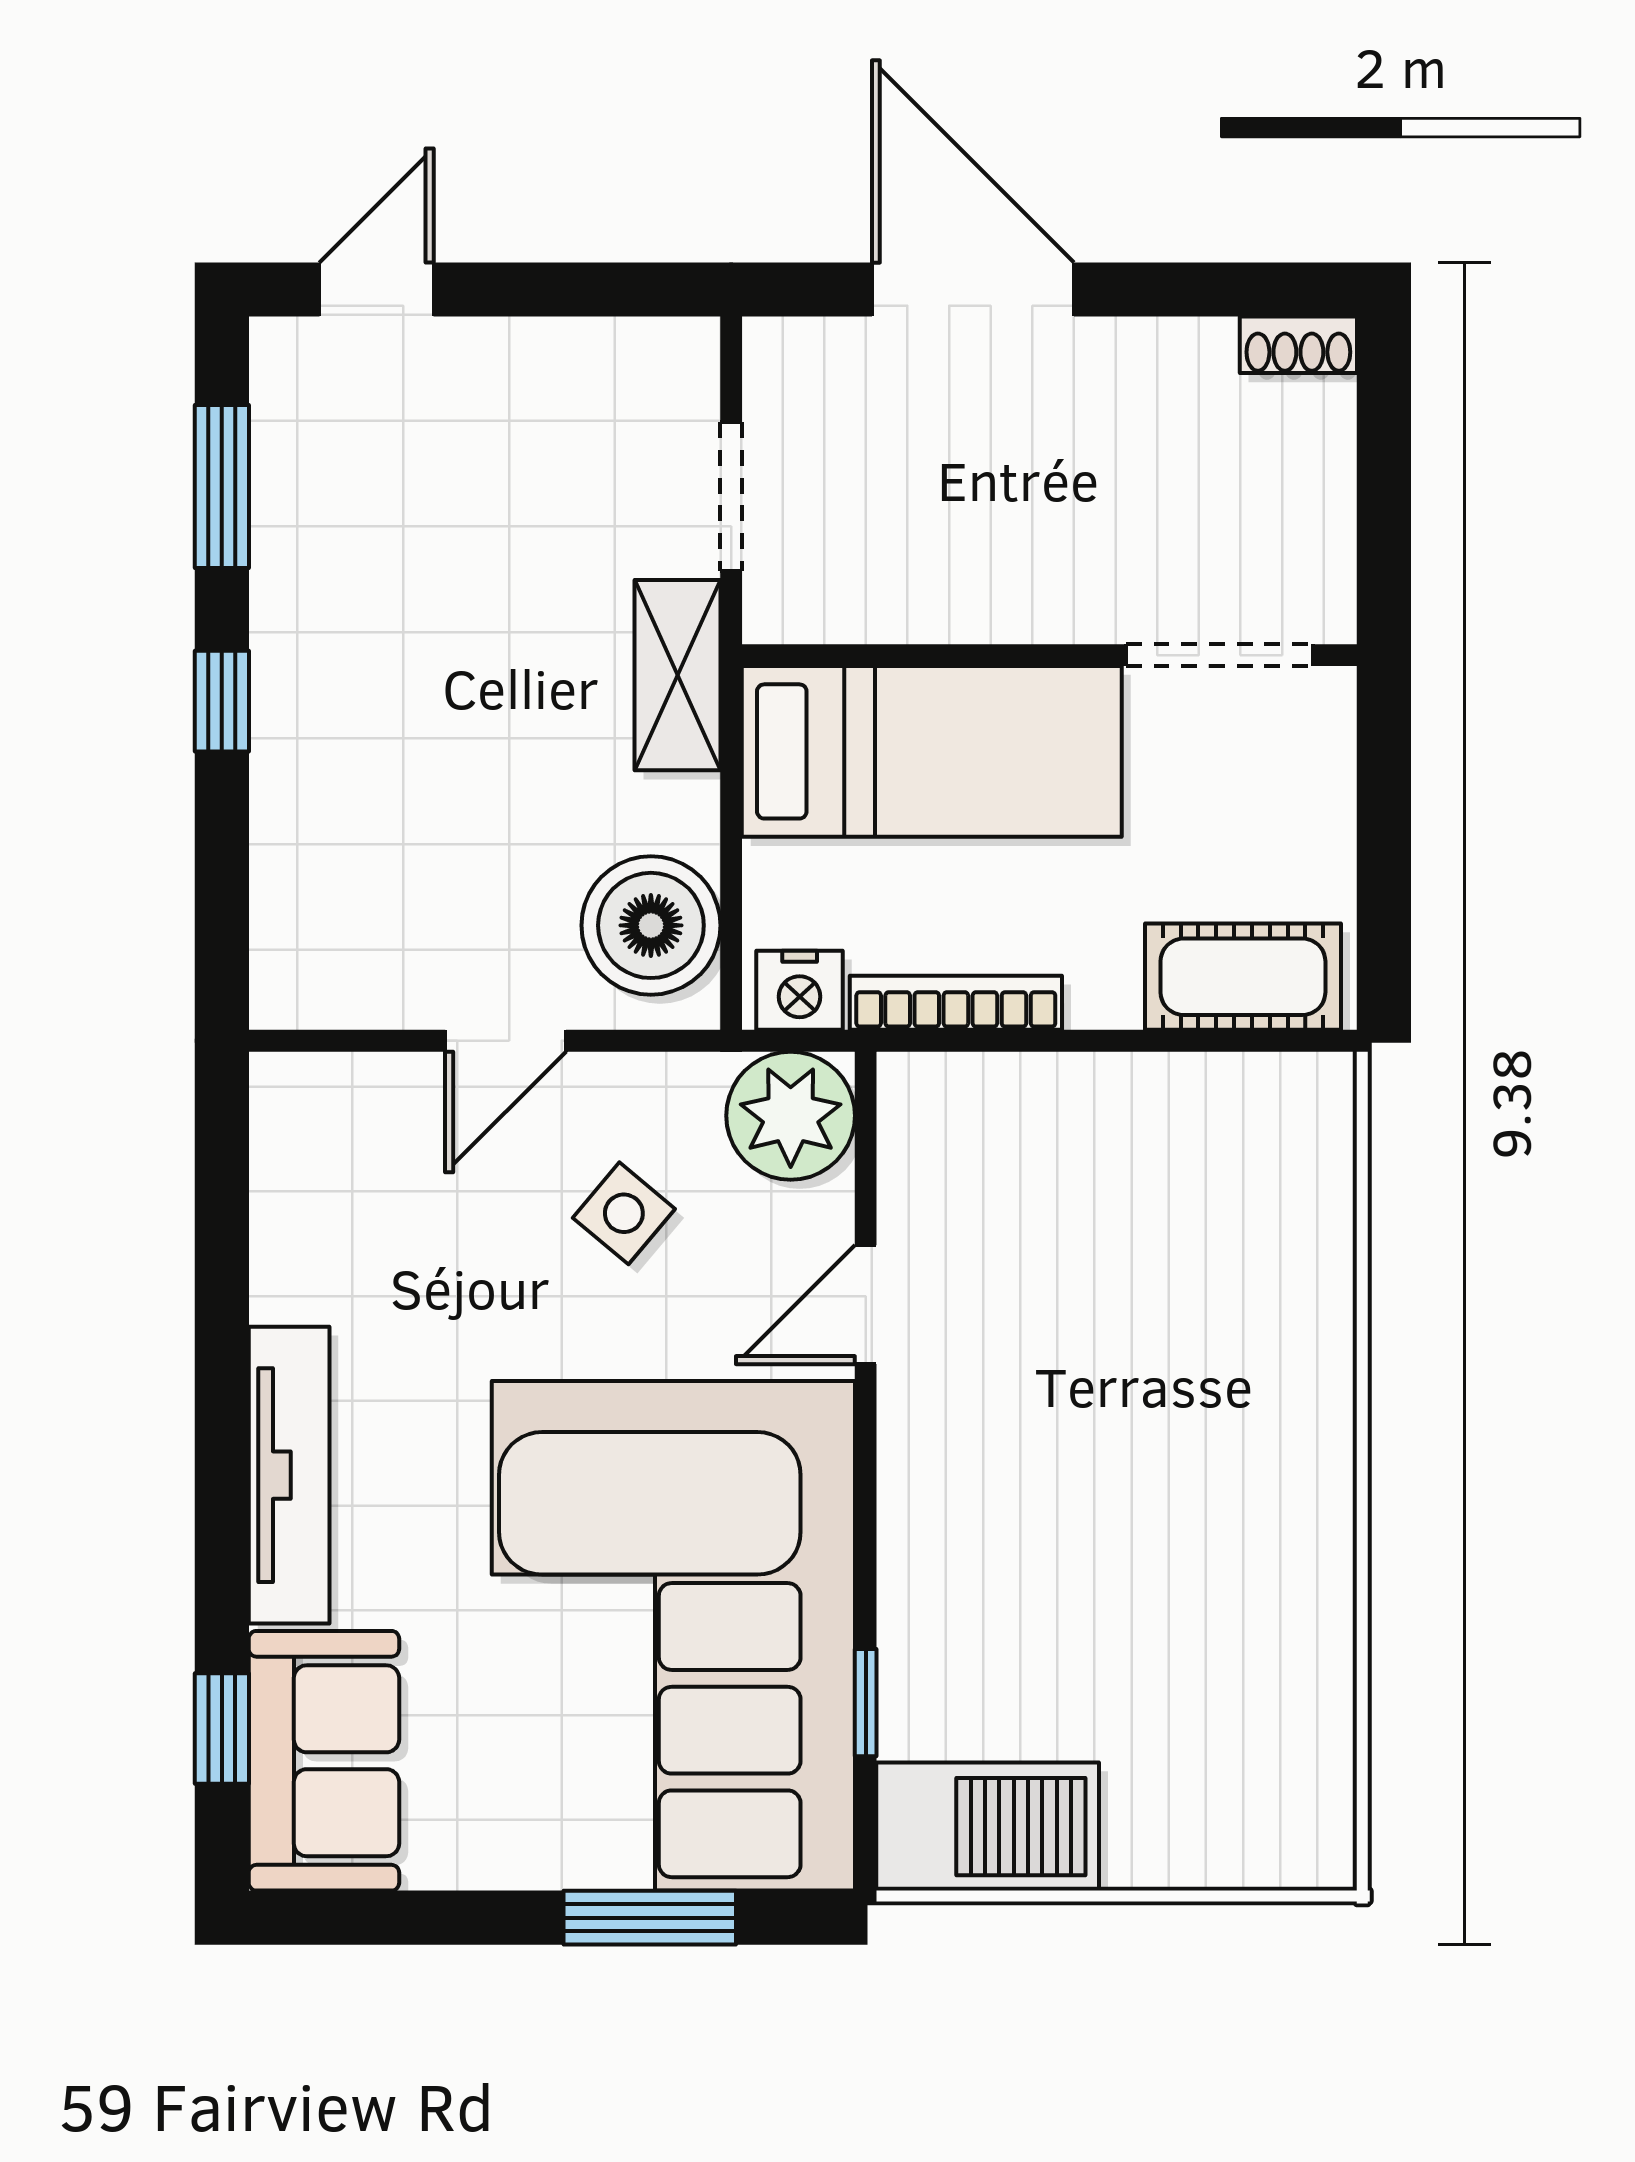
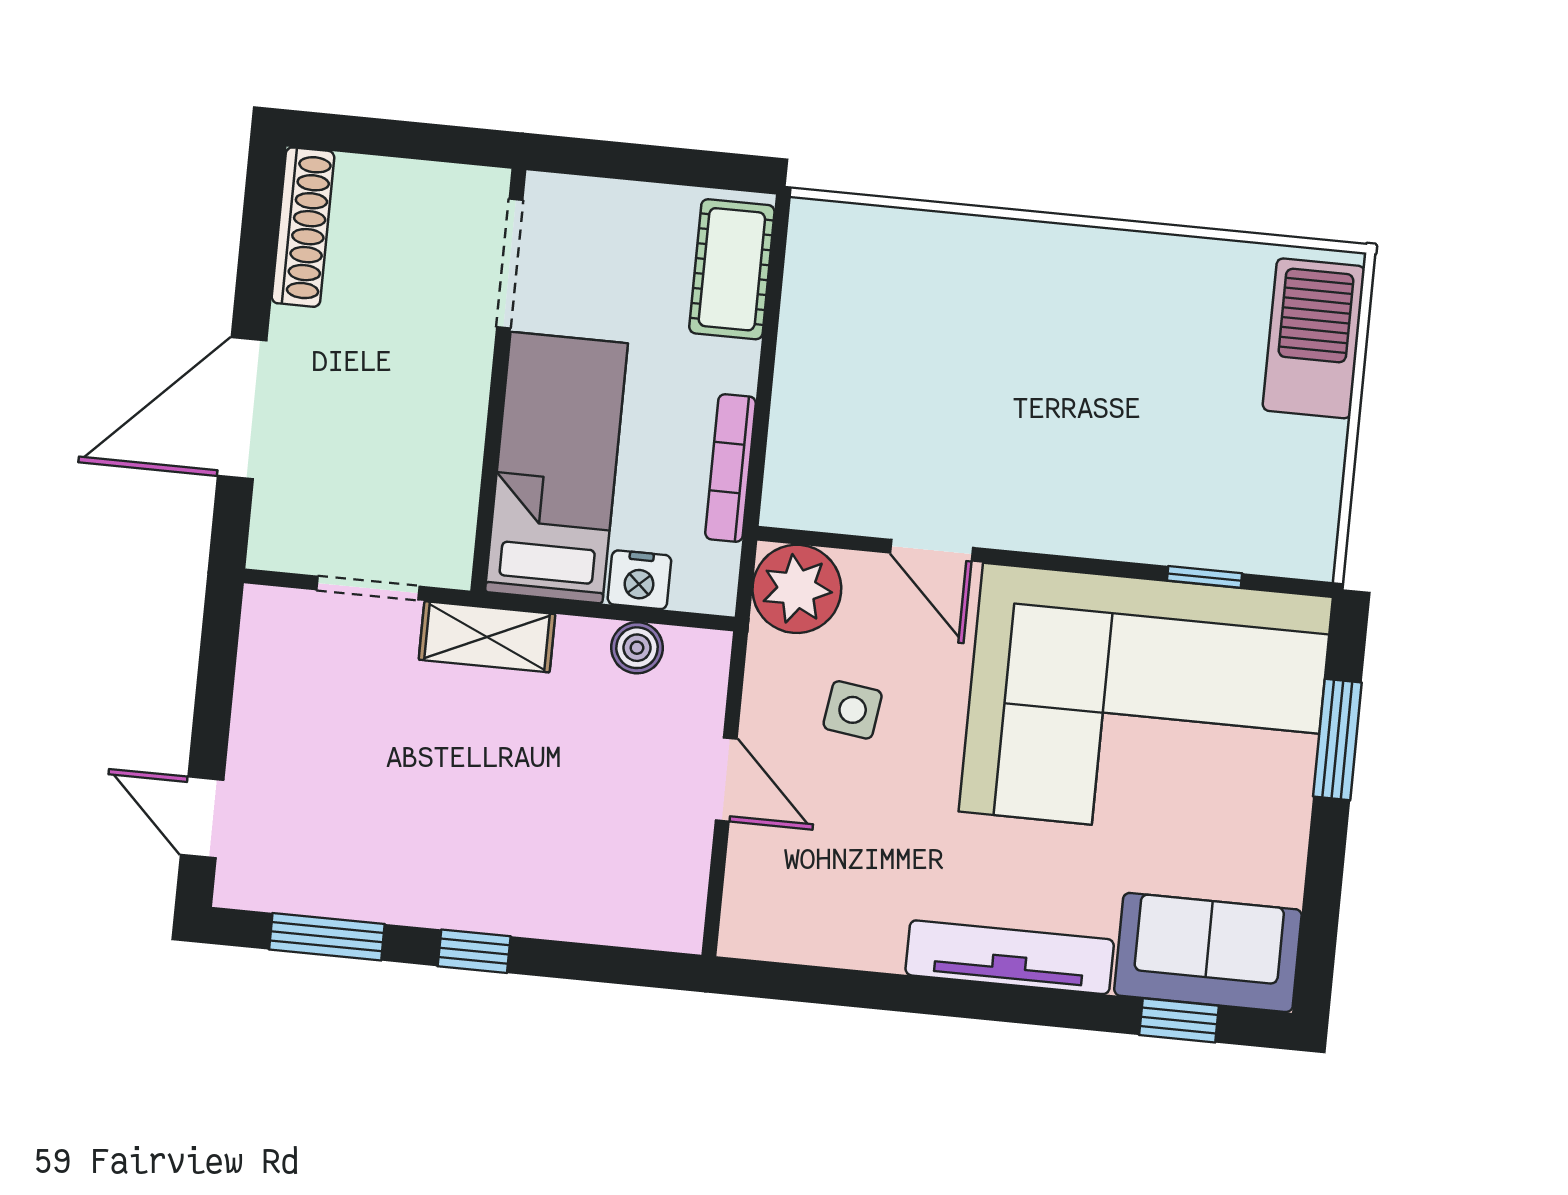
shoe rack: (1298, 345) -> (303, 227), width x1.94, depth x1.24
boiler: (651, 925) -> (637, 648), width x0.54, depth x0.54
nightstand: (800, 990) -> (639, 580), moved, turned 90
side table: (624, 1213) -> (853, 710), turned -32
barbecue: (988, 1827) -> (1314, 338), moved

